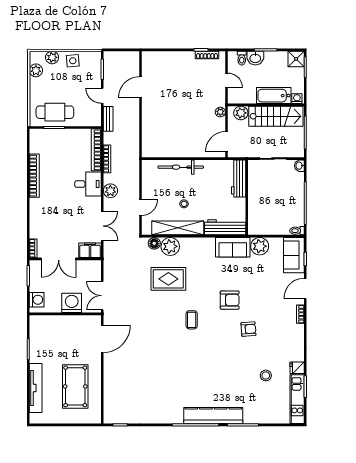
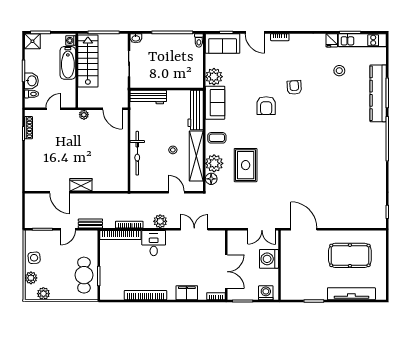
wardrobe: (148, 109) -> (81, 185), added
plant: (241, 113) -> (85, 95), removed
filing cabinet: (90, 250) -> (187, 293), moved, turned 90
armchair: (230, 300) -> (266, 106), turned 180
coffee table: (192, 320) -> (217, 138), moved
kitchen counter: (213, 415) -> (378, 93), moved

